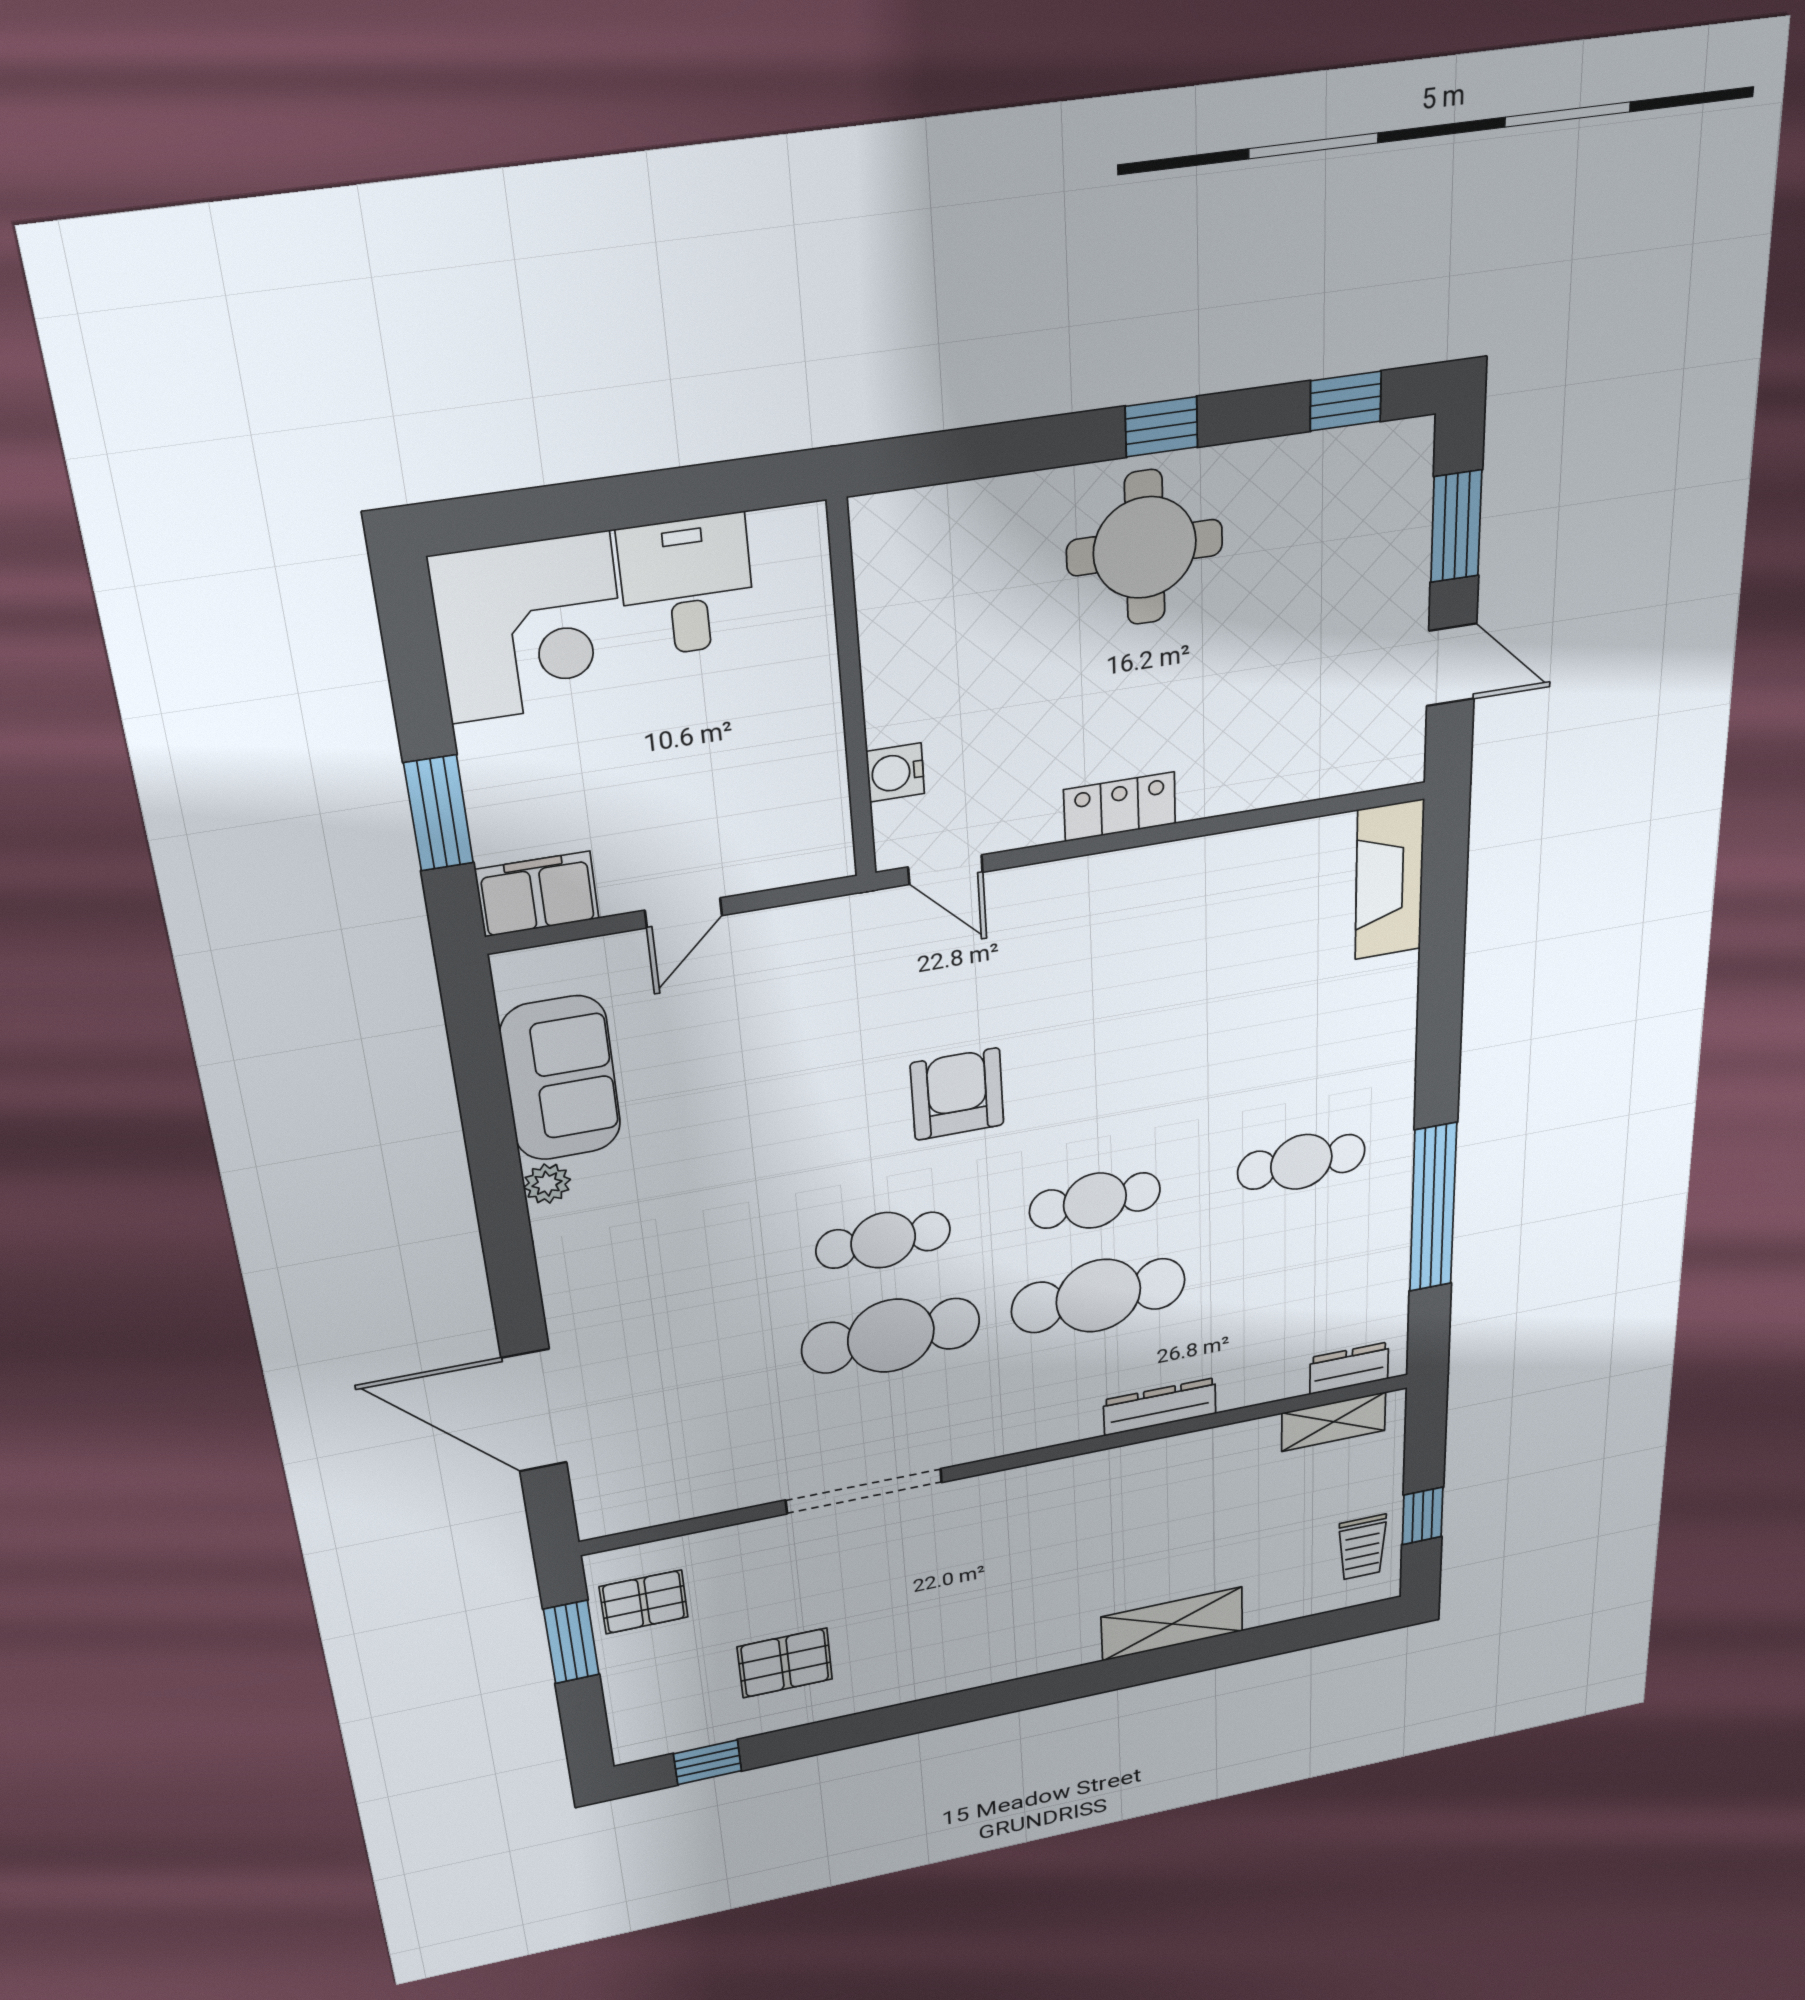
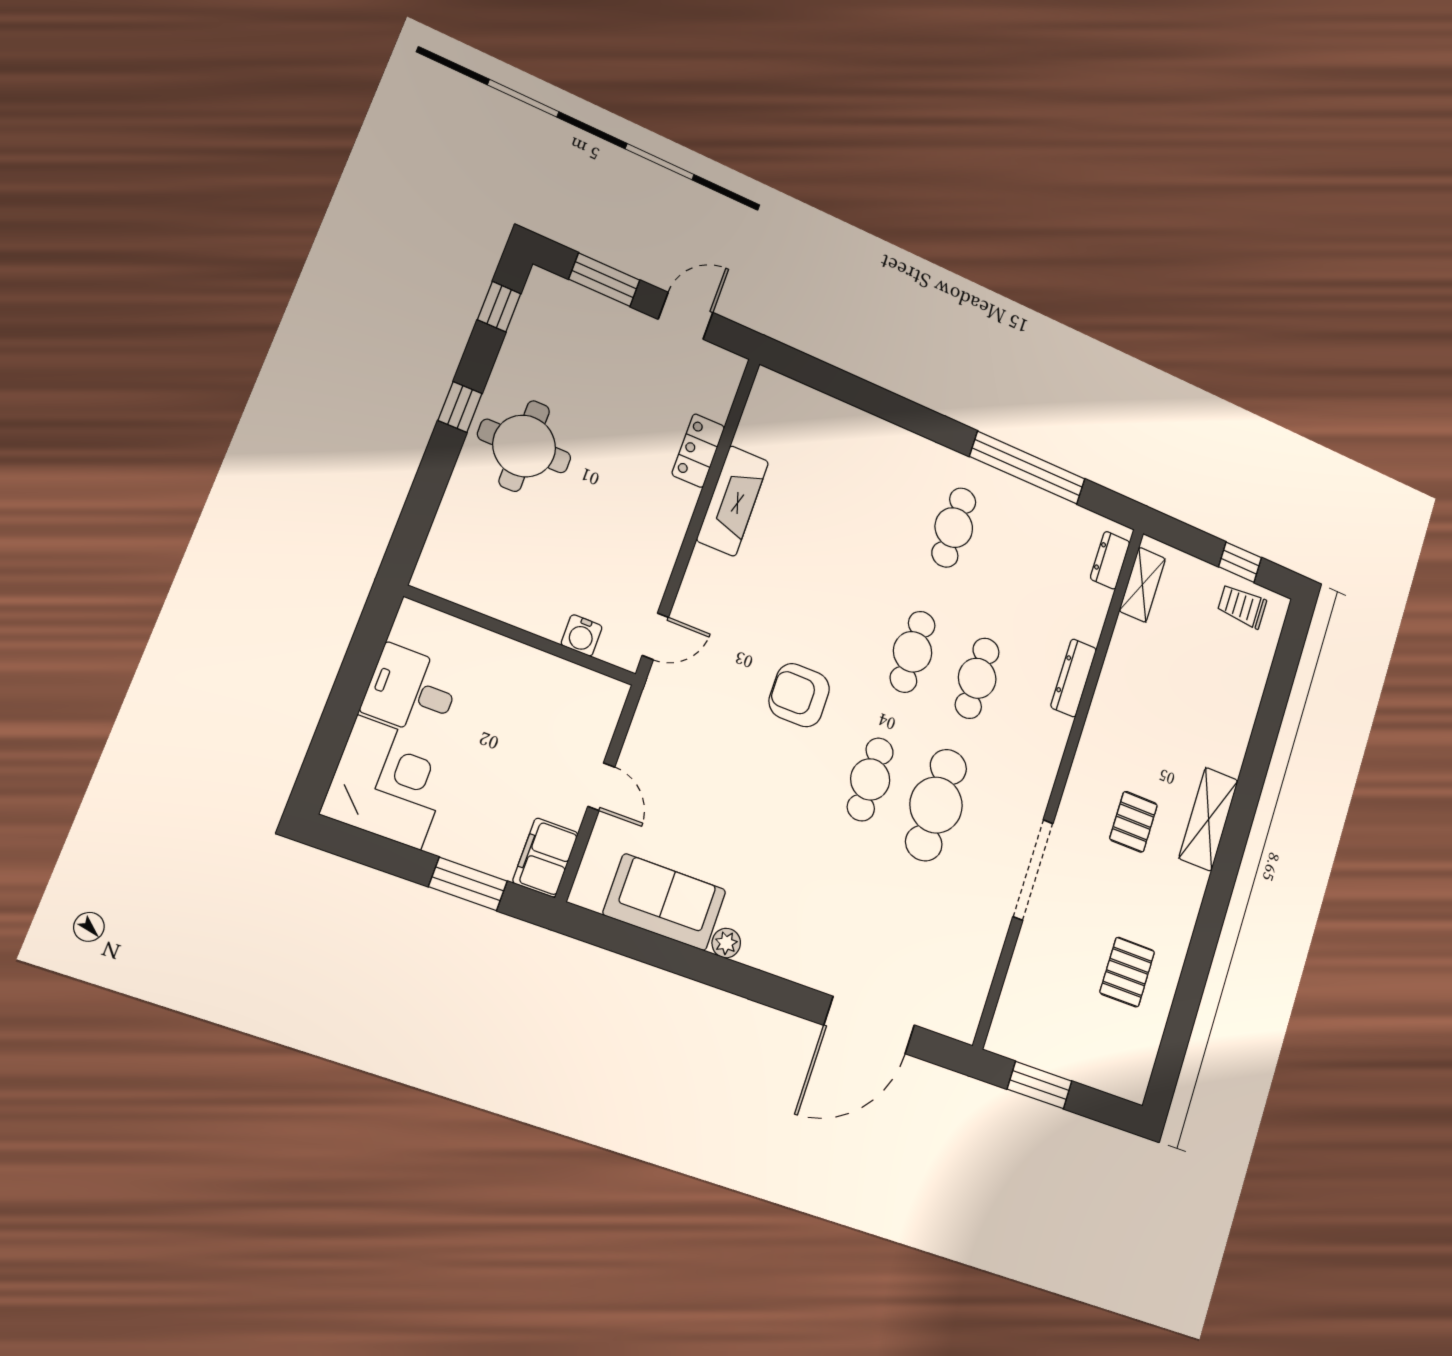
locker: (1120, 807) -> (698, 451), moved
fireplace: (1389, 880) -> (733, 501), moved, turned -90
cafe table: (1098, 1296) -> (977, 678), width x0.73, depth x0.74
trolley: (1362, 1547) -> (1242, 606), turned 180
pallet: (644, 1602) -> (1133, 822), moved
shelving: (1172, 1624) -> (1209, 819), moved
window: (708, 1762) -> (1172, 1051), removed

